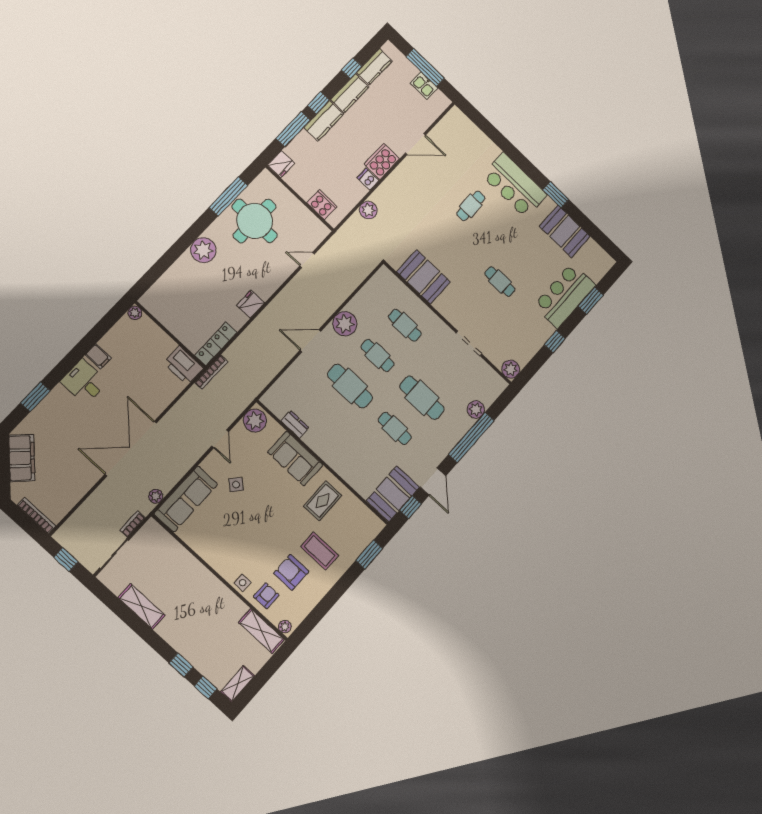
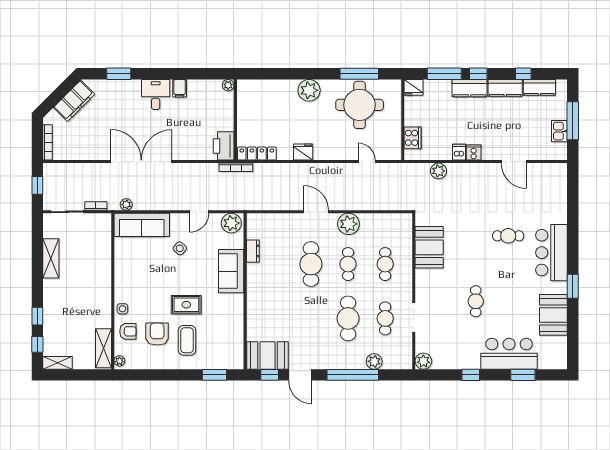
cooker: (382, 161) -> (474, 153), width x0.53, depth x0.76
cafe table: (395, 428) -> (385, 318), moved
door: (433, 481) -> (300, 375), hinge flipped
rug: (323, 501) -> (186, 305), moved

